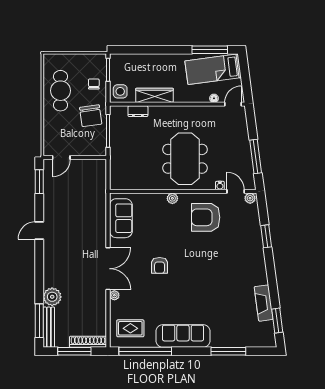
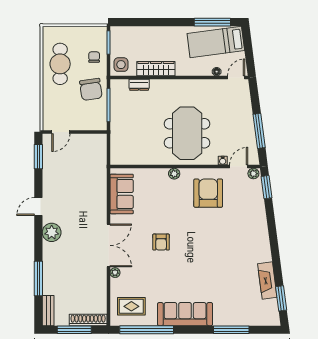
door: (236, 191) -> (239, 167), hinge flipped
armchair: (206, 217) -> (208, 193), turned 90
window: (266, 236) -> (266, 187), moved
plant: (52, 297) -> (52, 232), moved
window: (39, 321) -> (38, 279), moved
bench: (49, 327) -> (48, 311), width x0.73

